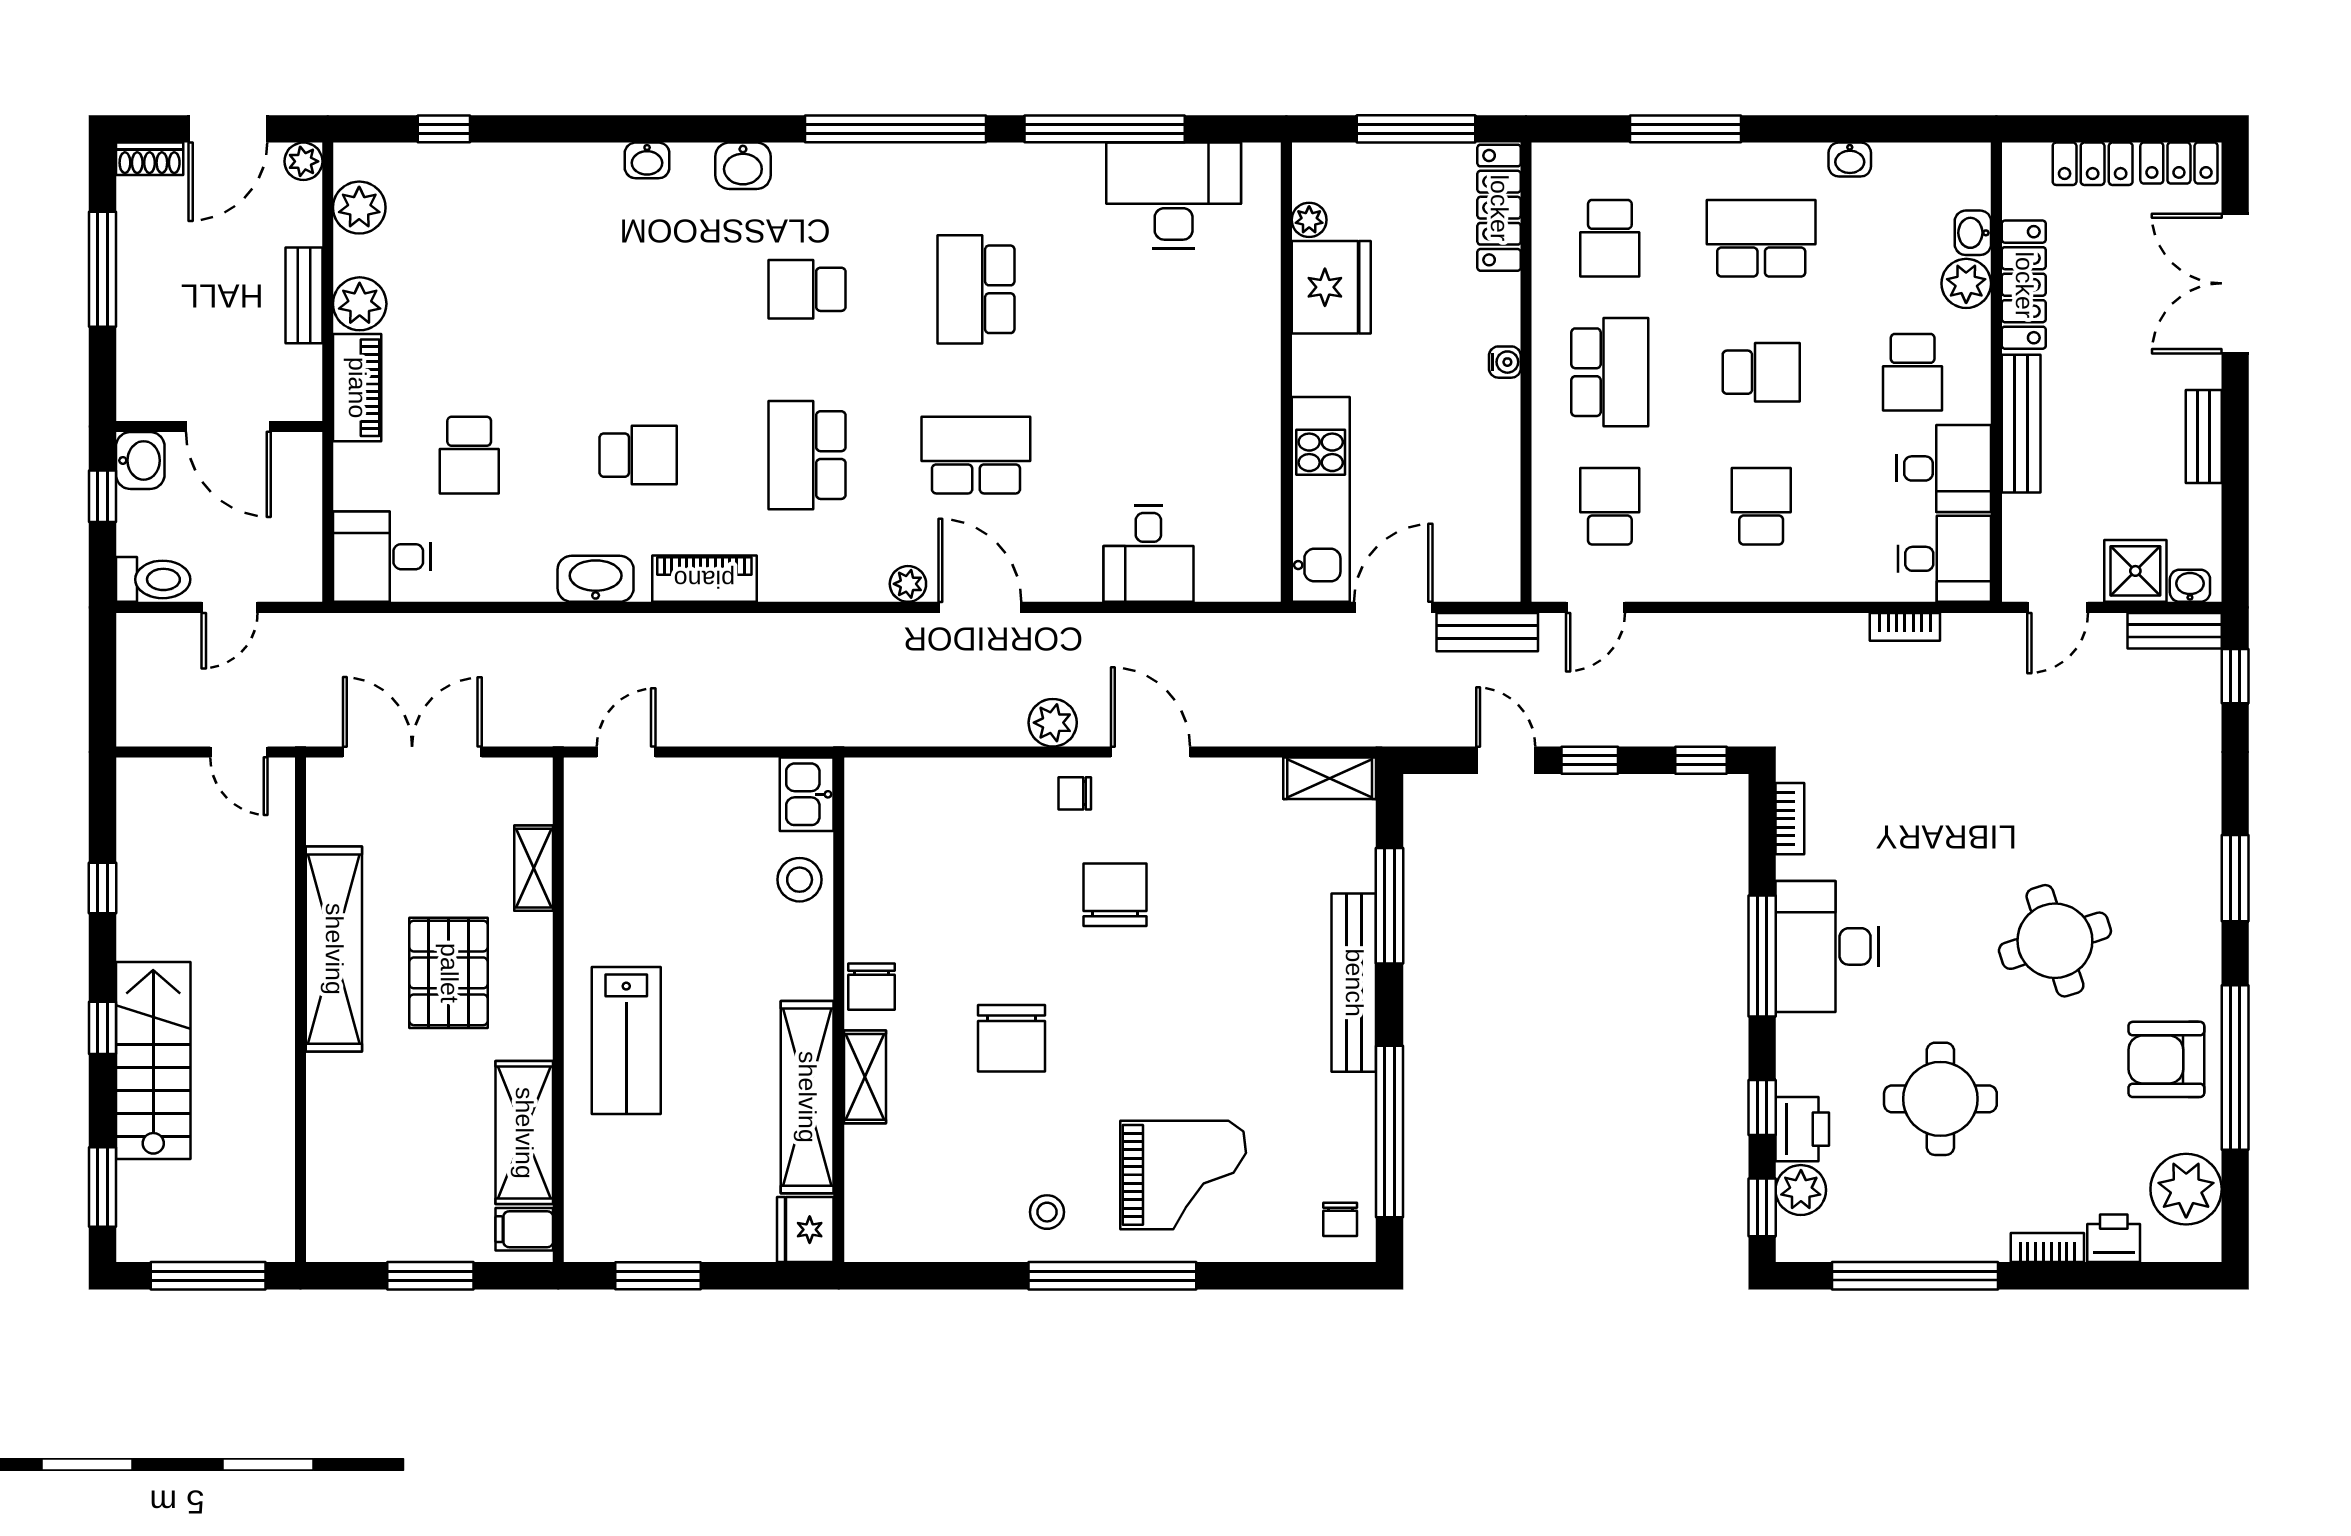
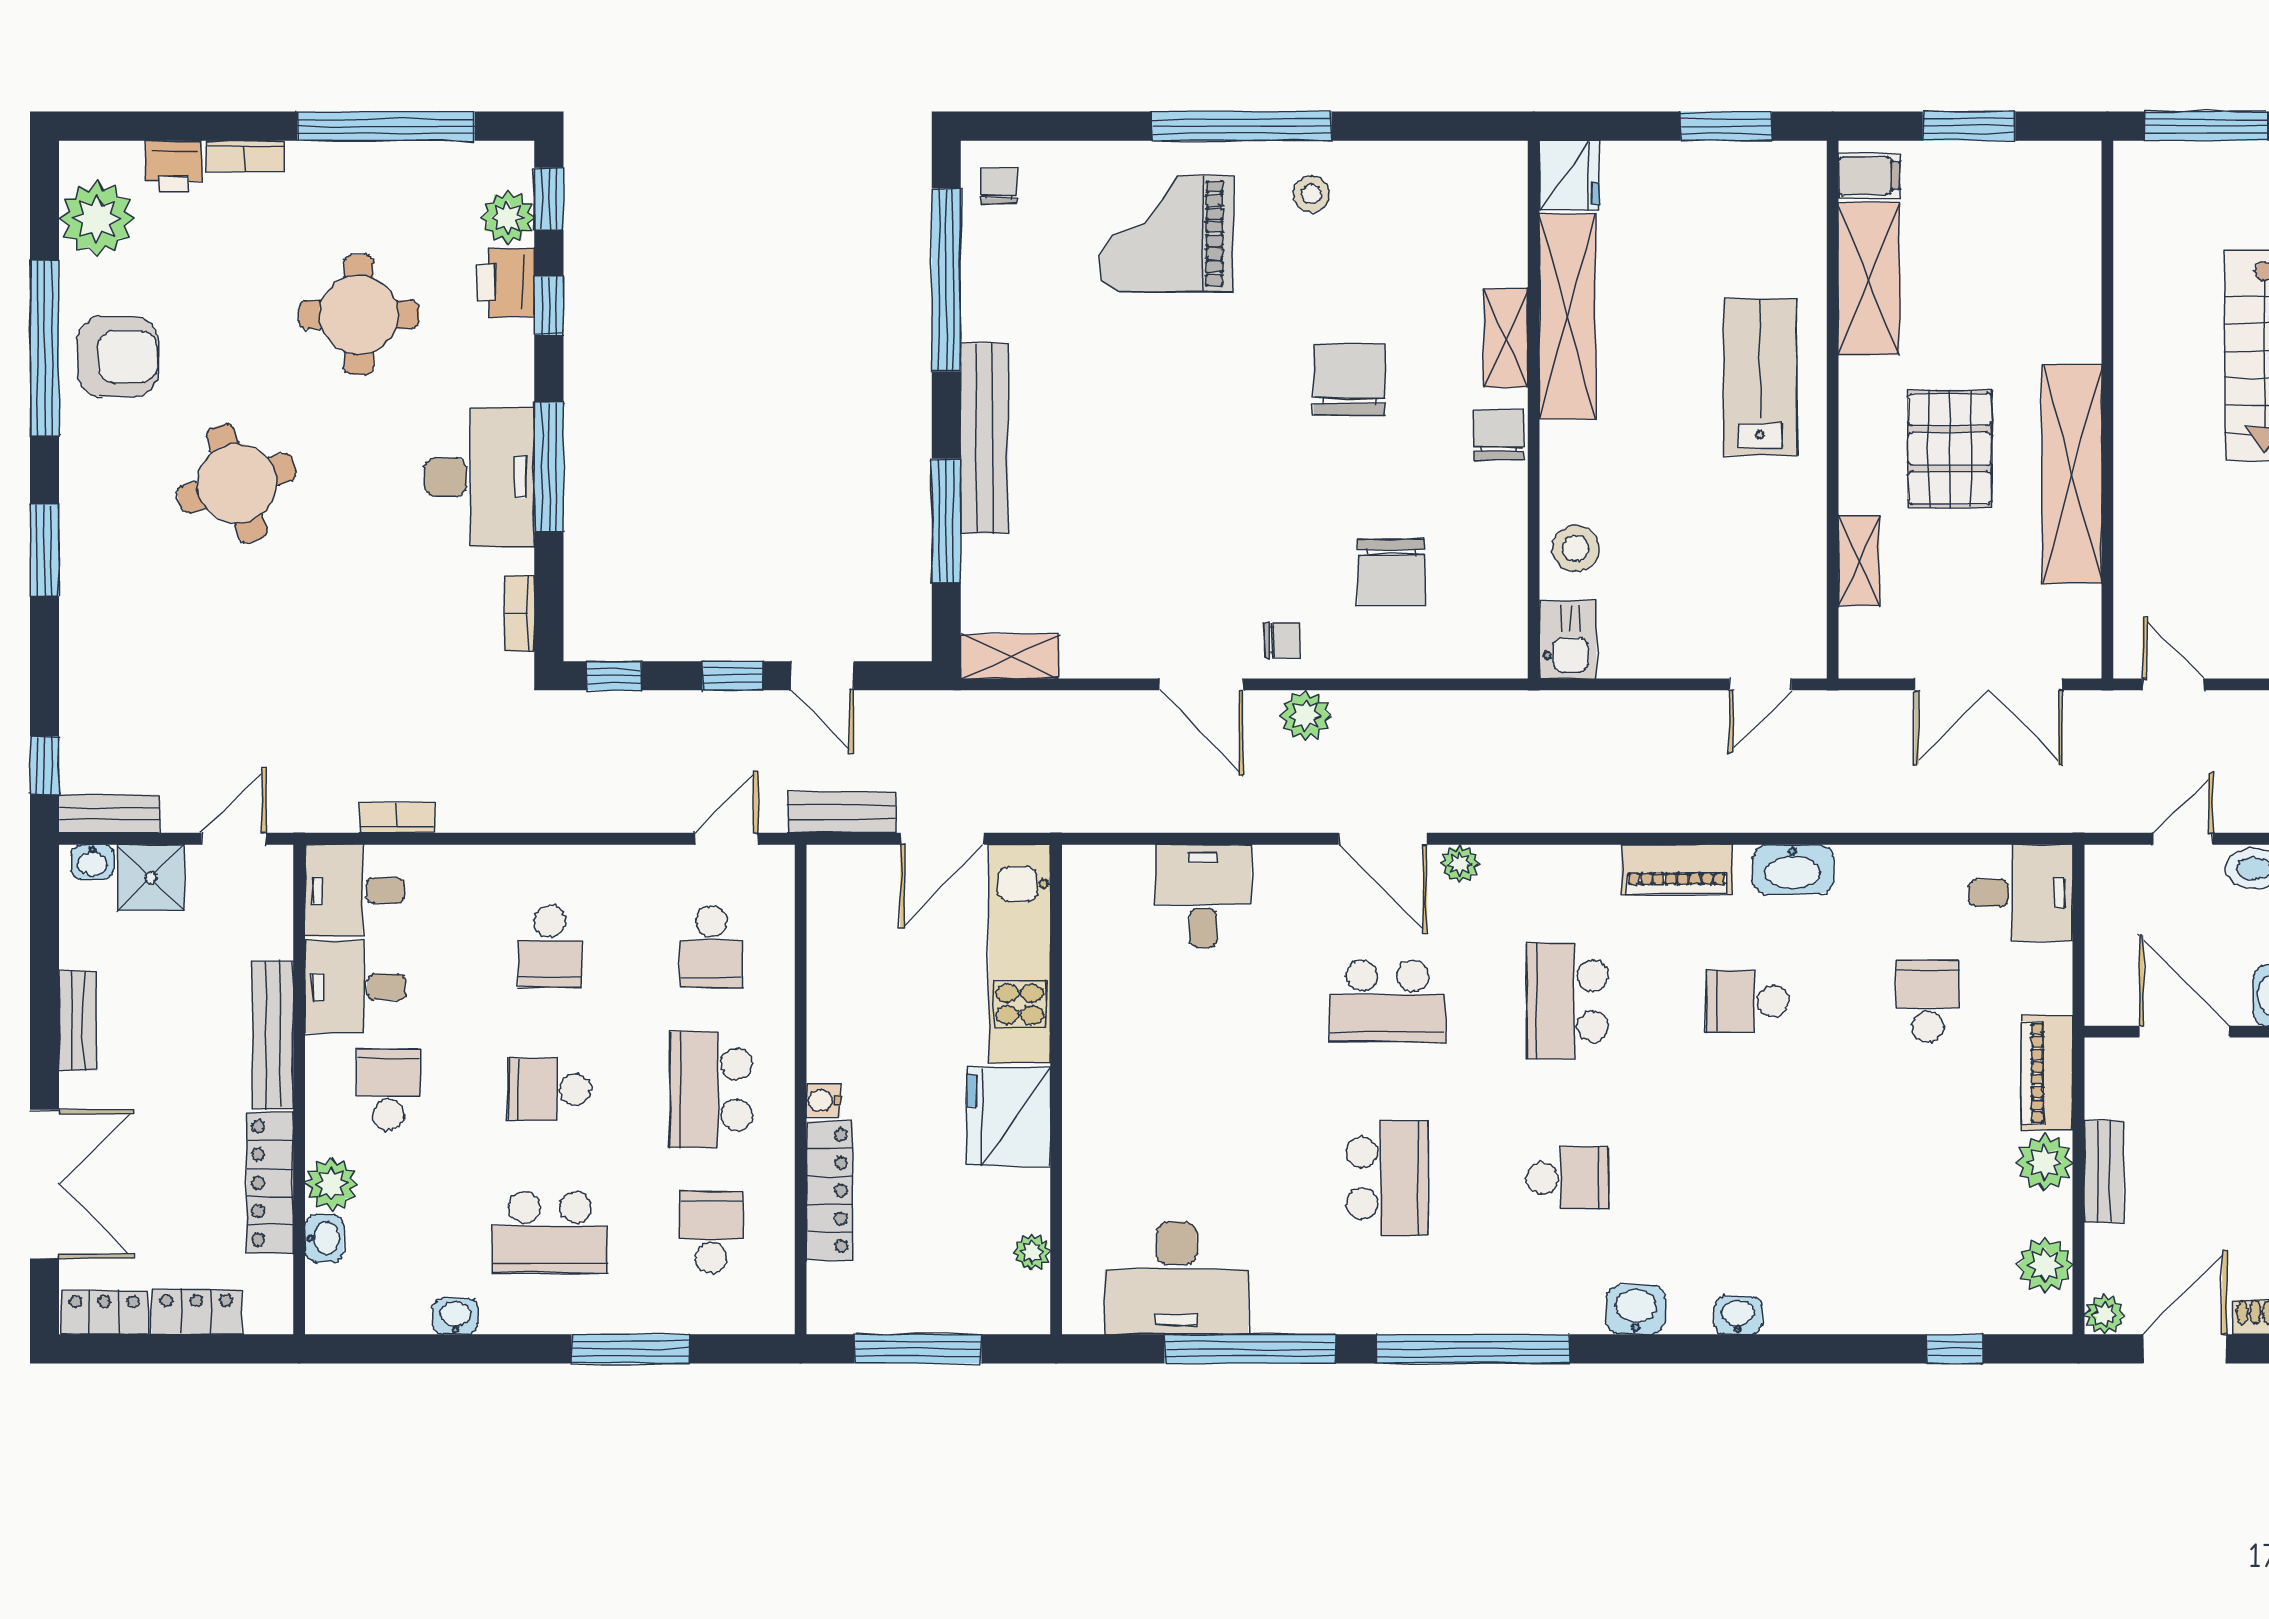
locker: (1499, 208) -> (829, 1191), moved
fridge: (1331, 287) -> (1008, 1117), moved
school desk: (807, 455) -> (1567, 1001), turned 180
chair: (1115, 895) -> (1391, 572), moved

